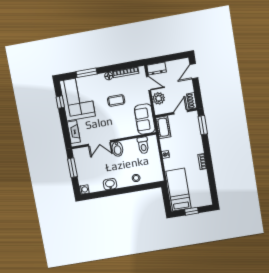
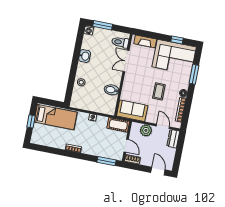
door: (149, 83) -> (163, 126), swing flipped
toilet: (143, 145) -> (120, 42), moved
bidet: (117, 149) -> (112, 90), moved
window: (72, 168) -> (103, 25), moved

